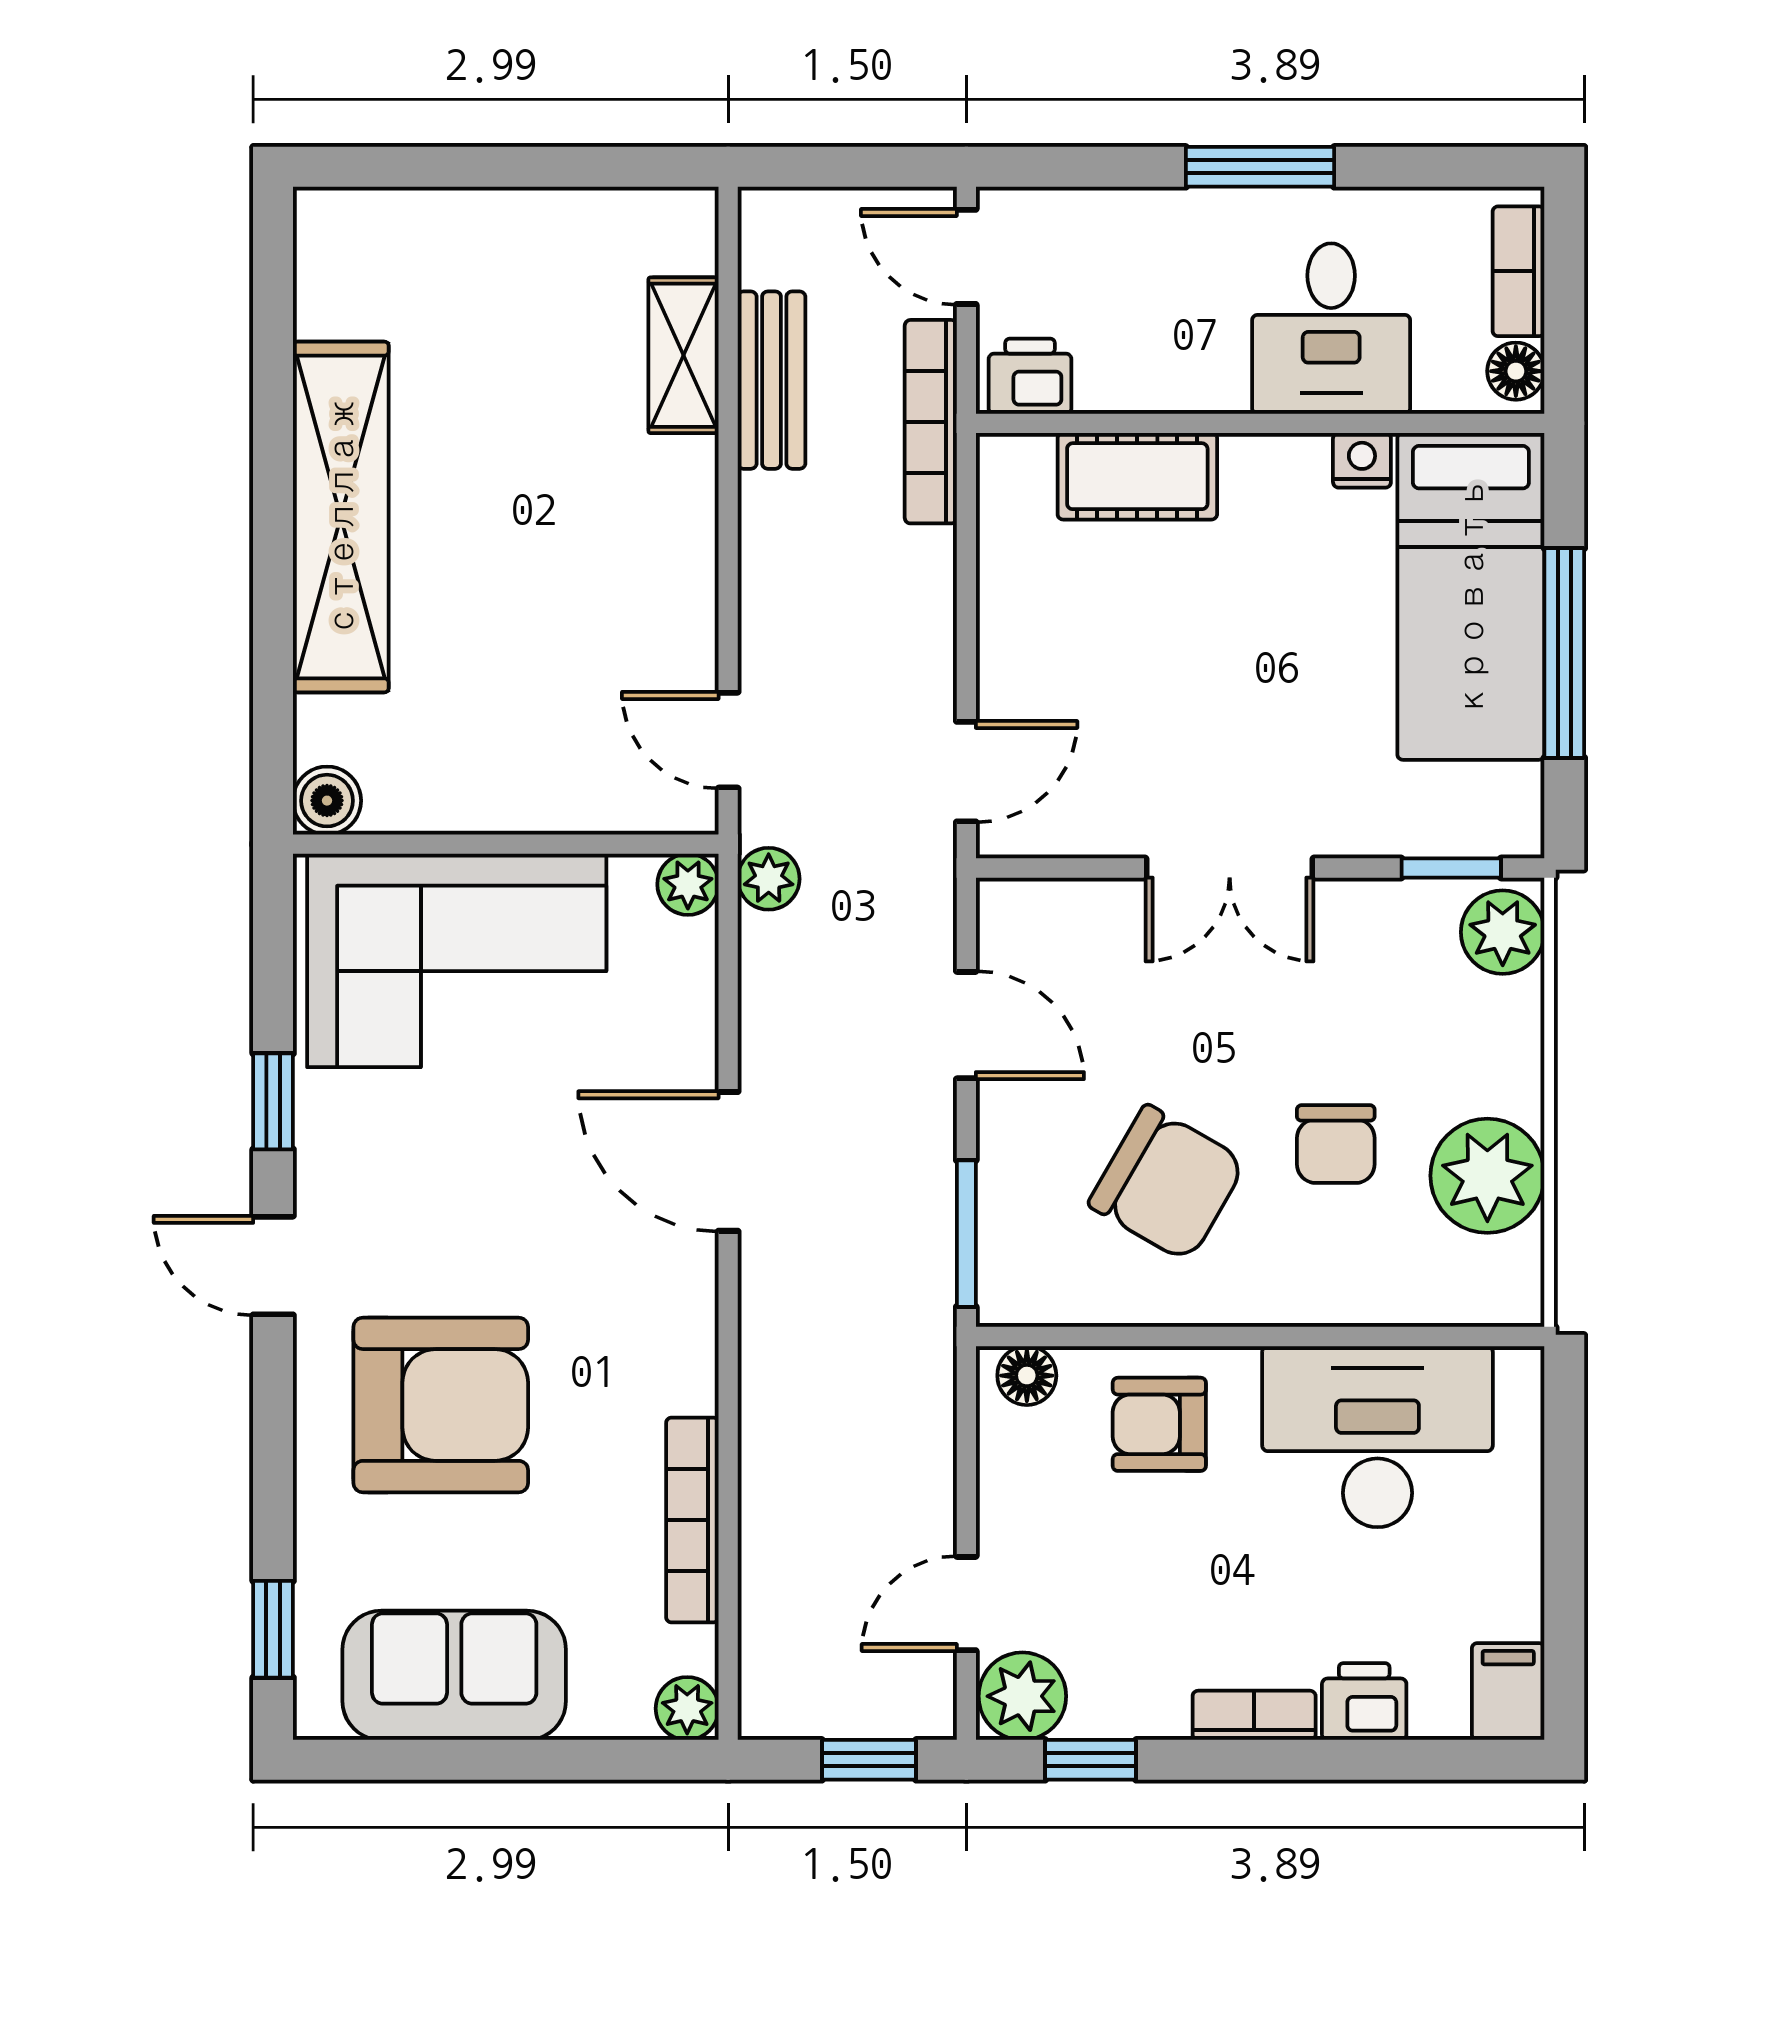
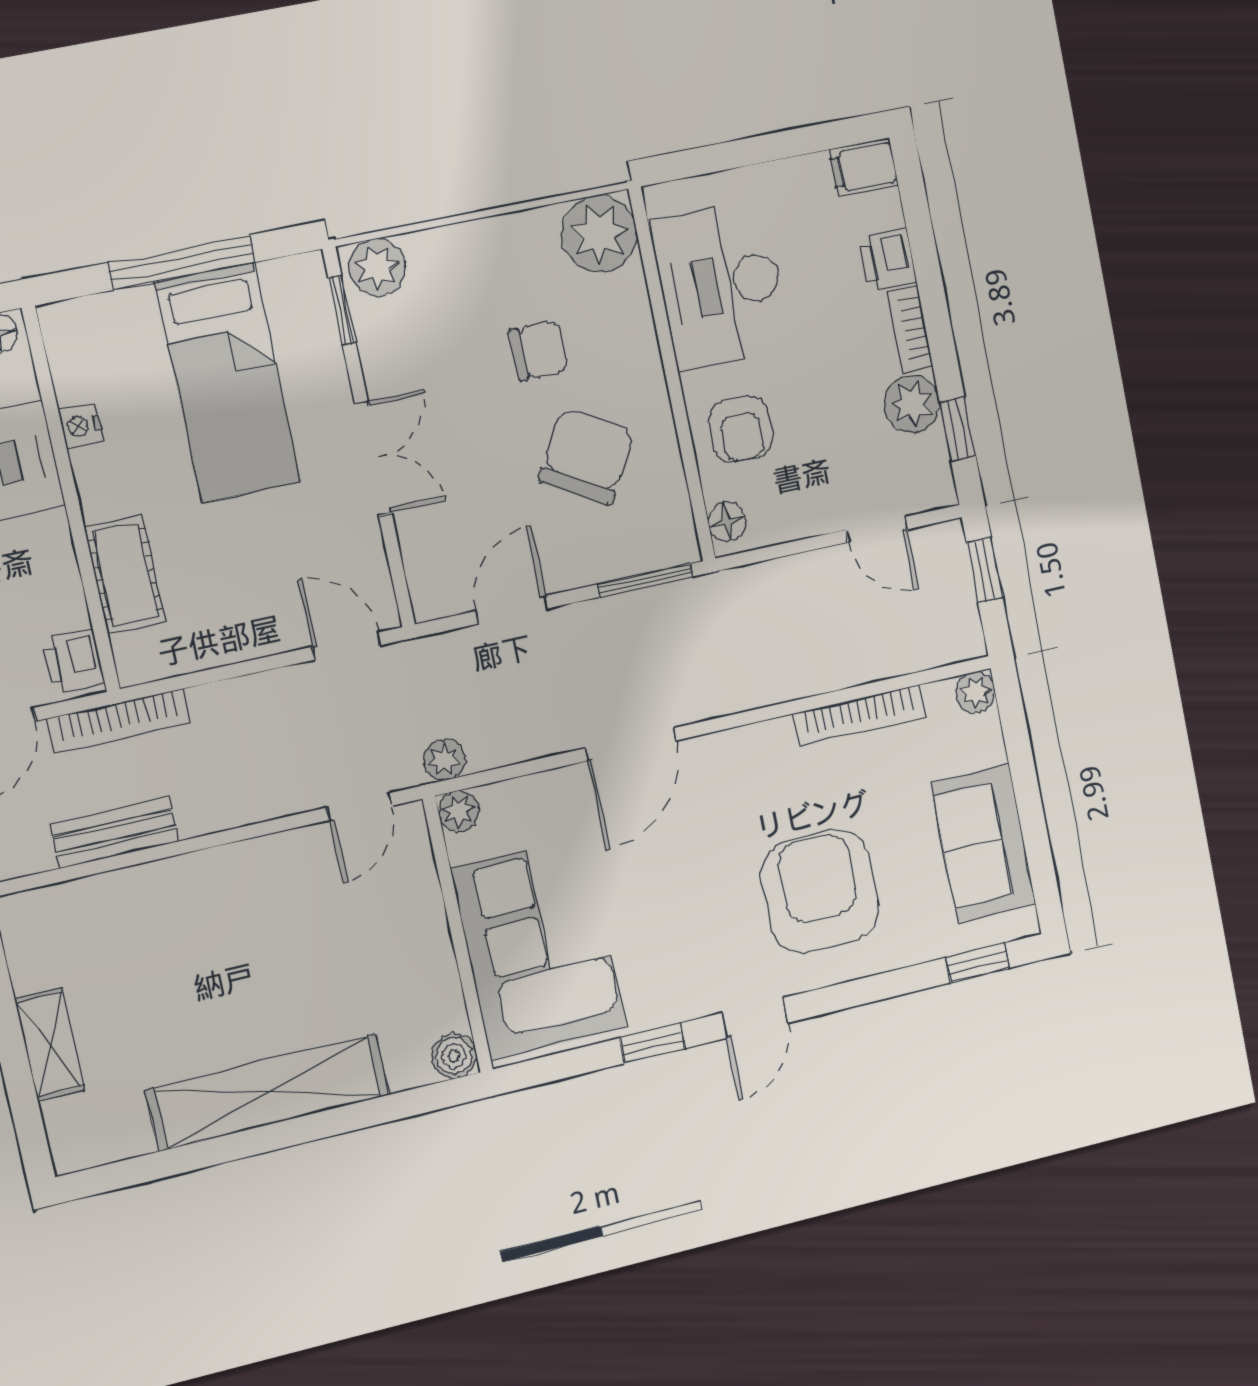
shelving: (684, 355) -> (50, 1044), moved, turned 90
bed: (1471, 596) -> (228, 383), moved, turned 90
plant: (1487, 1176) -> (599, 234), moved
plant: (1022, 1696) -> (912, 404), moved

